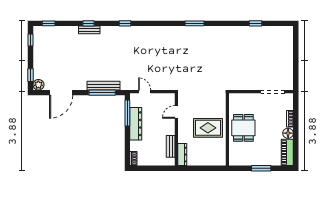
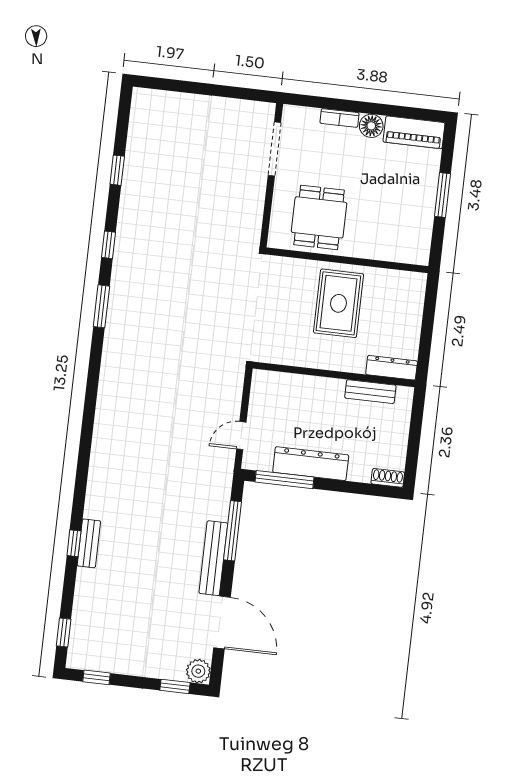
window: (125, 23) -> (109, 245), moved
bench: (103, 86) -> (213, 558), moved
door: (176, 112) -> (295, 370), removed
dining table: (243, 128) -> (319, 217), moved, turned 90

